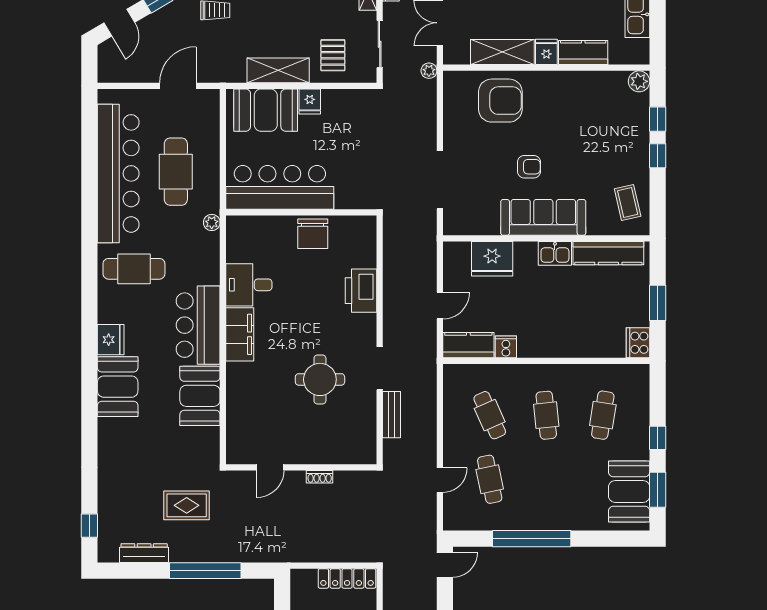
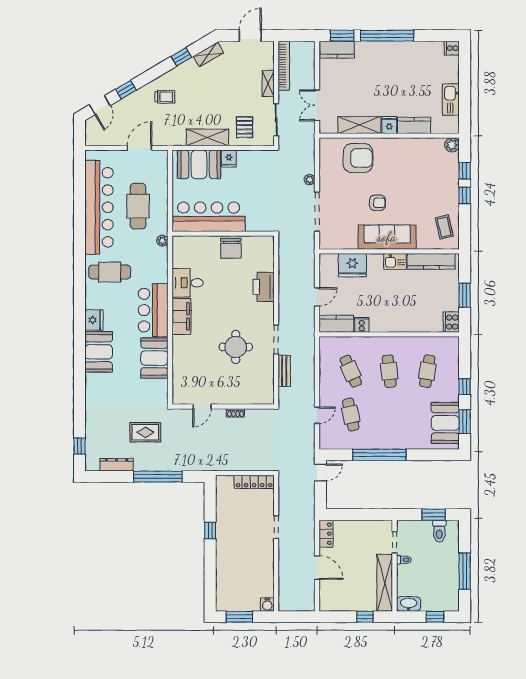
plant: (429, 71) -> (310, 180), moved

